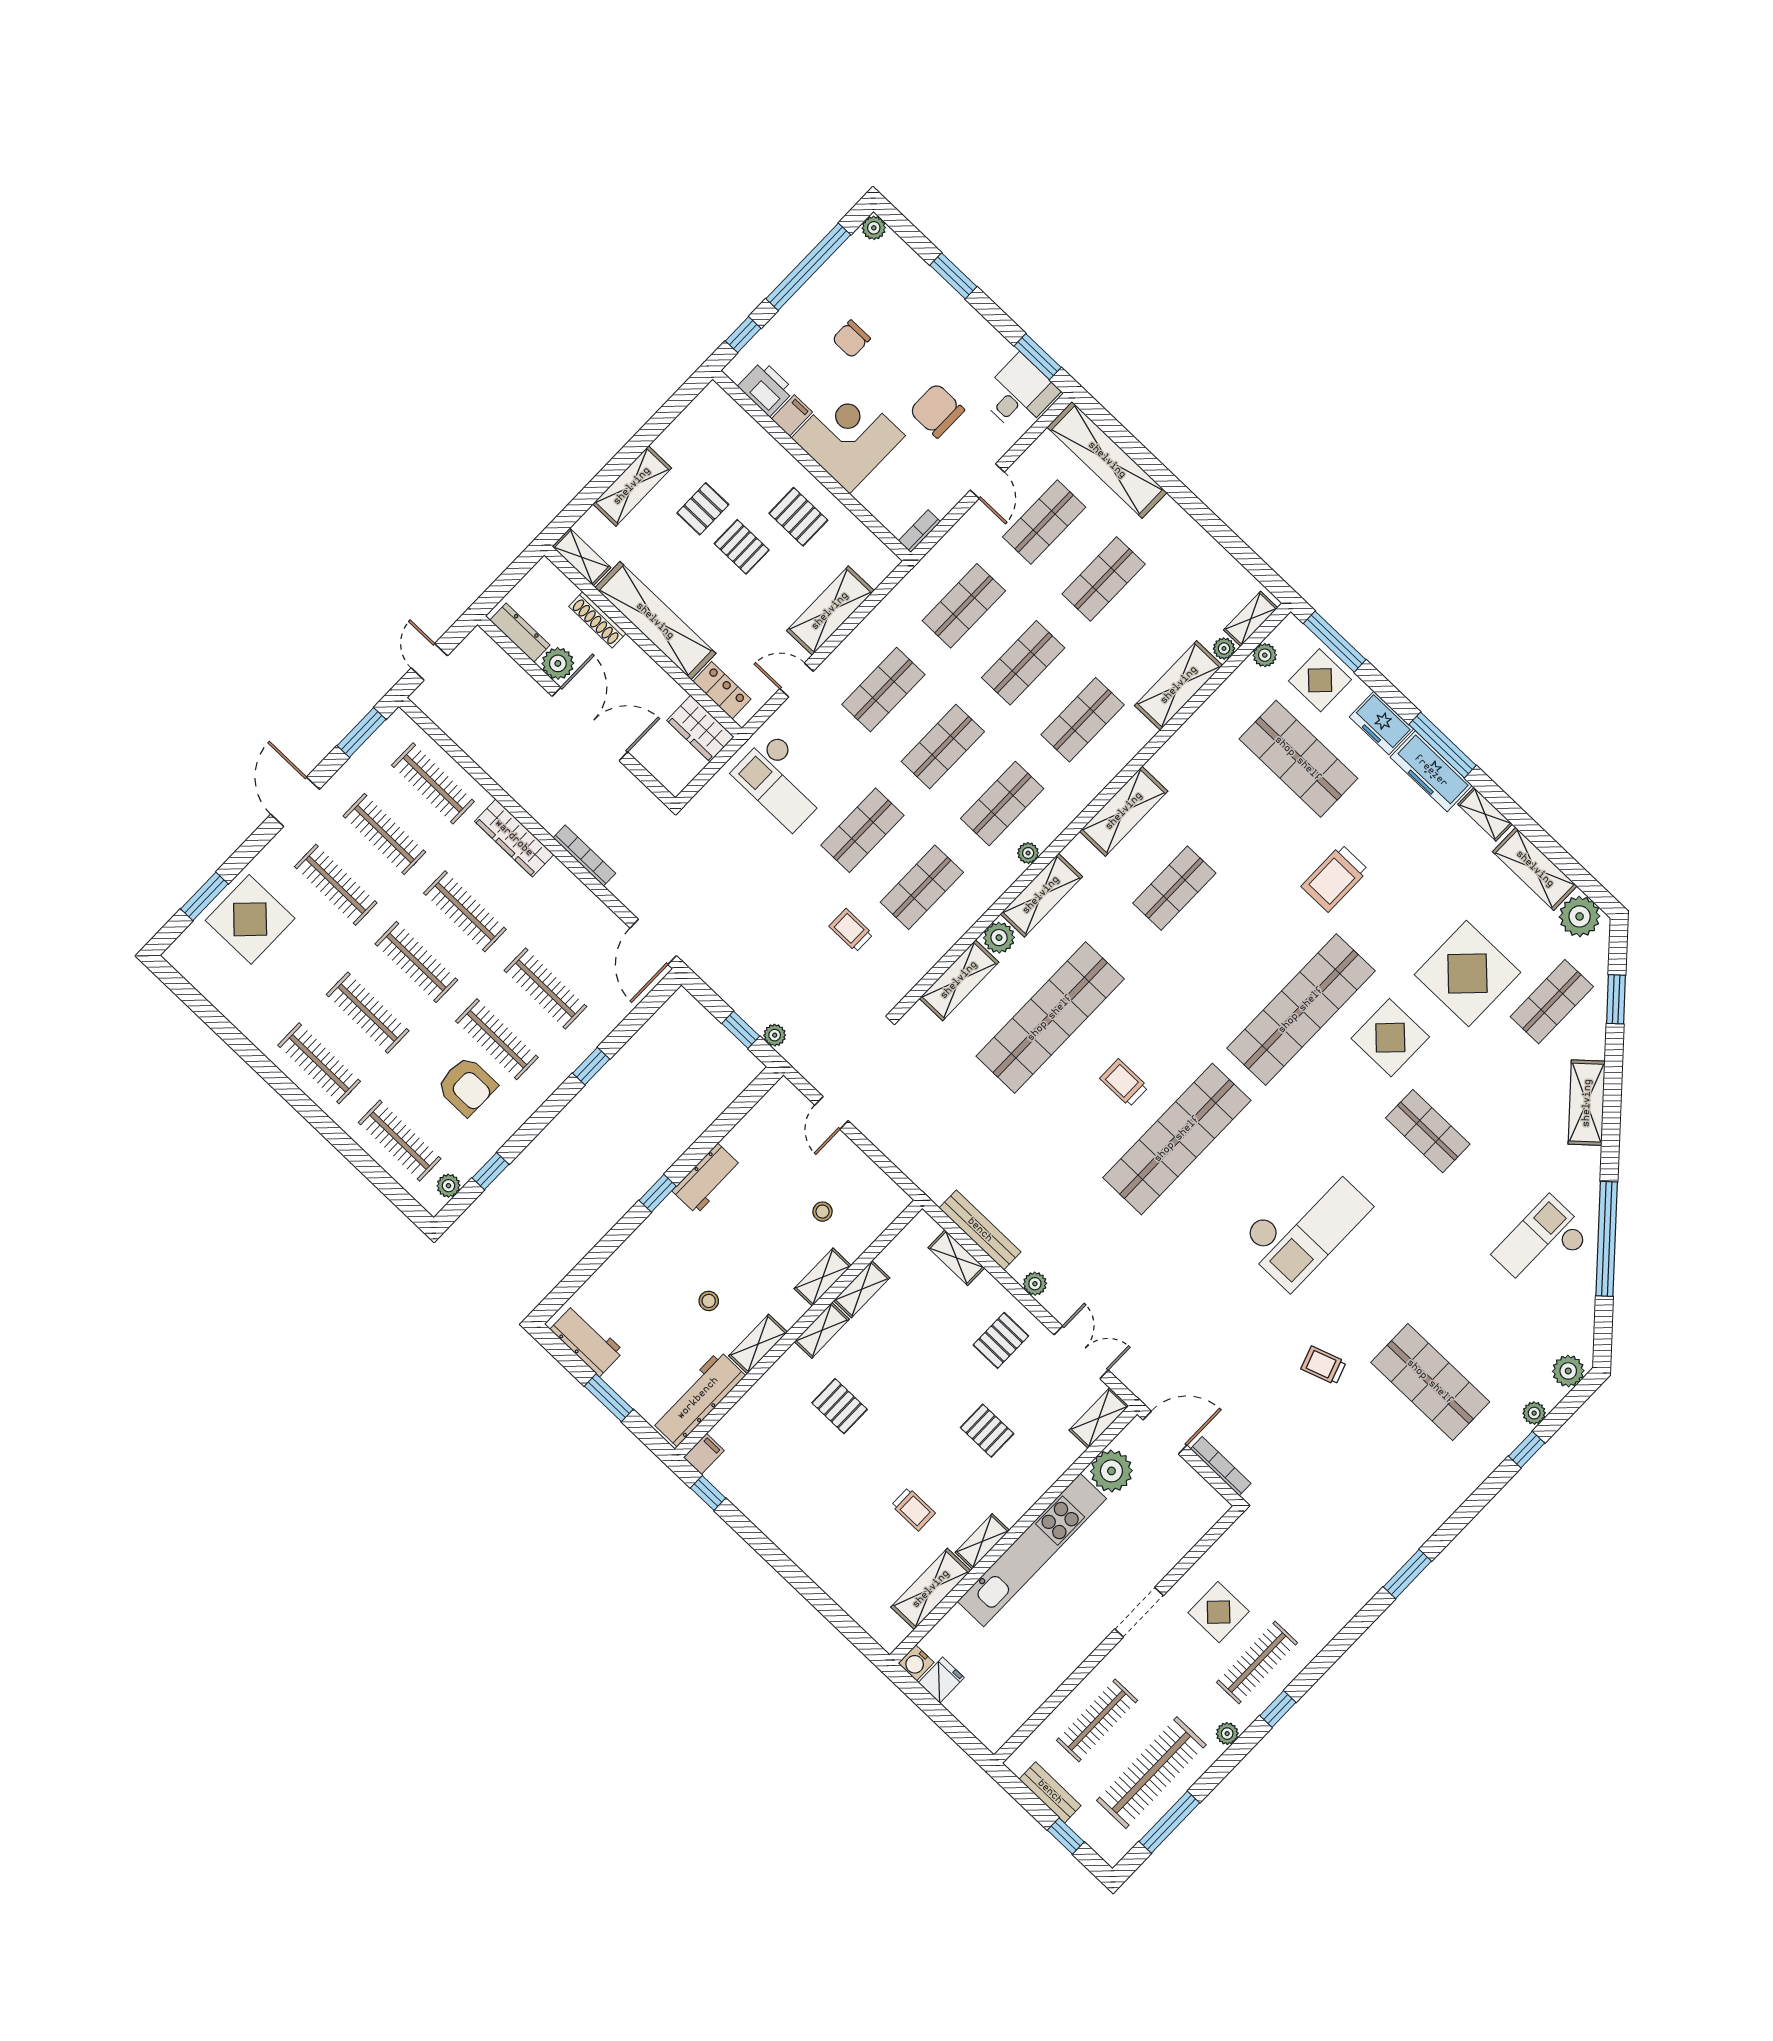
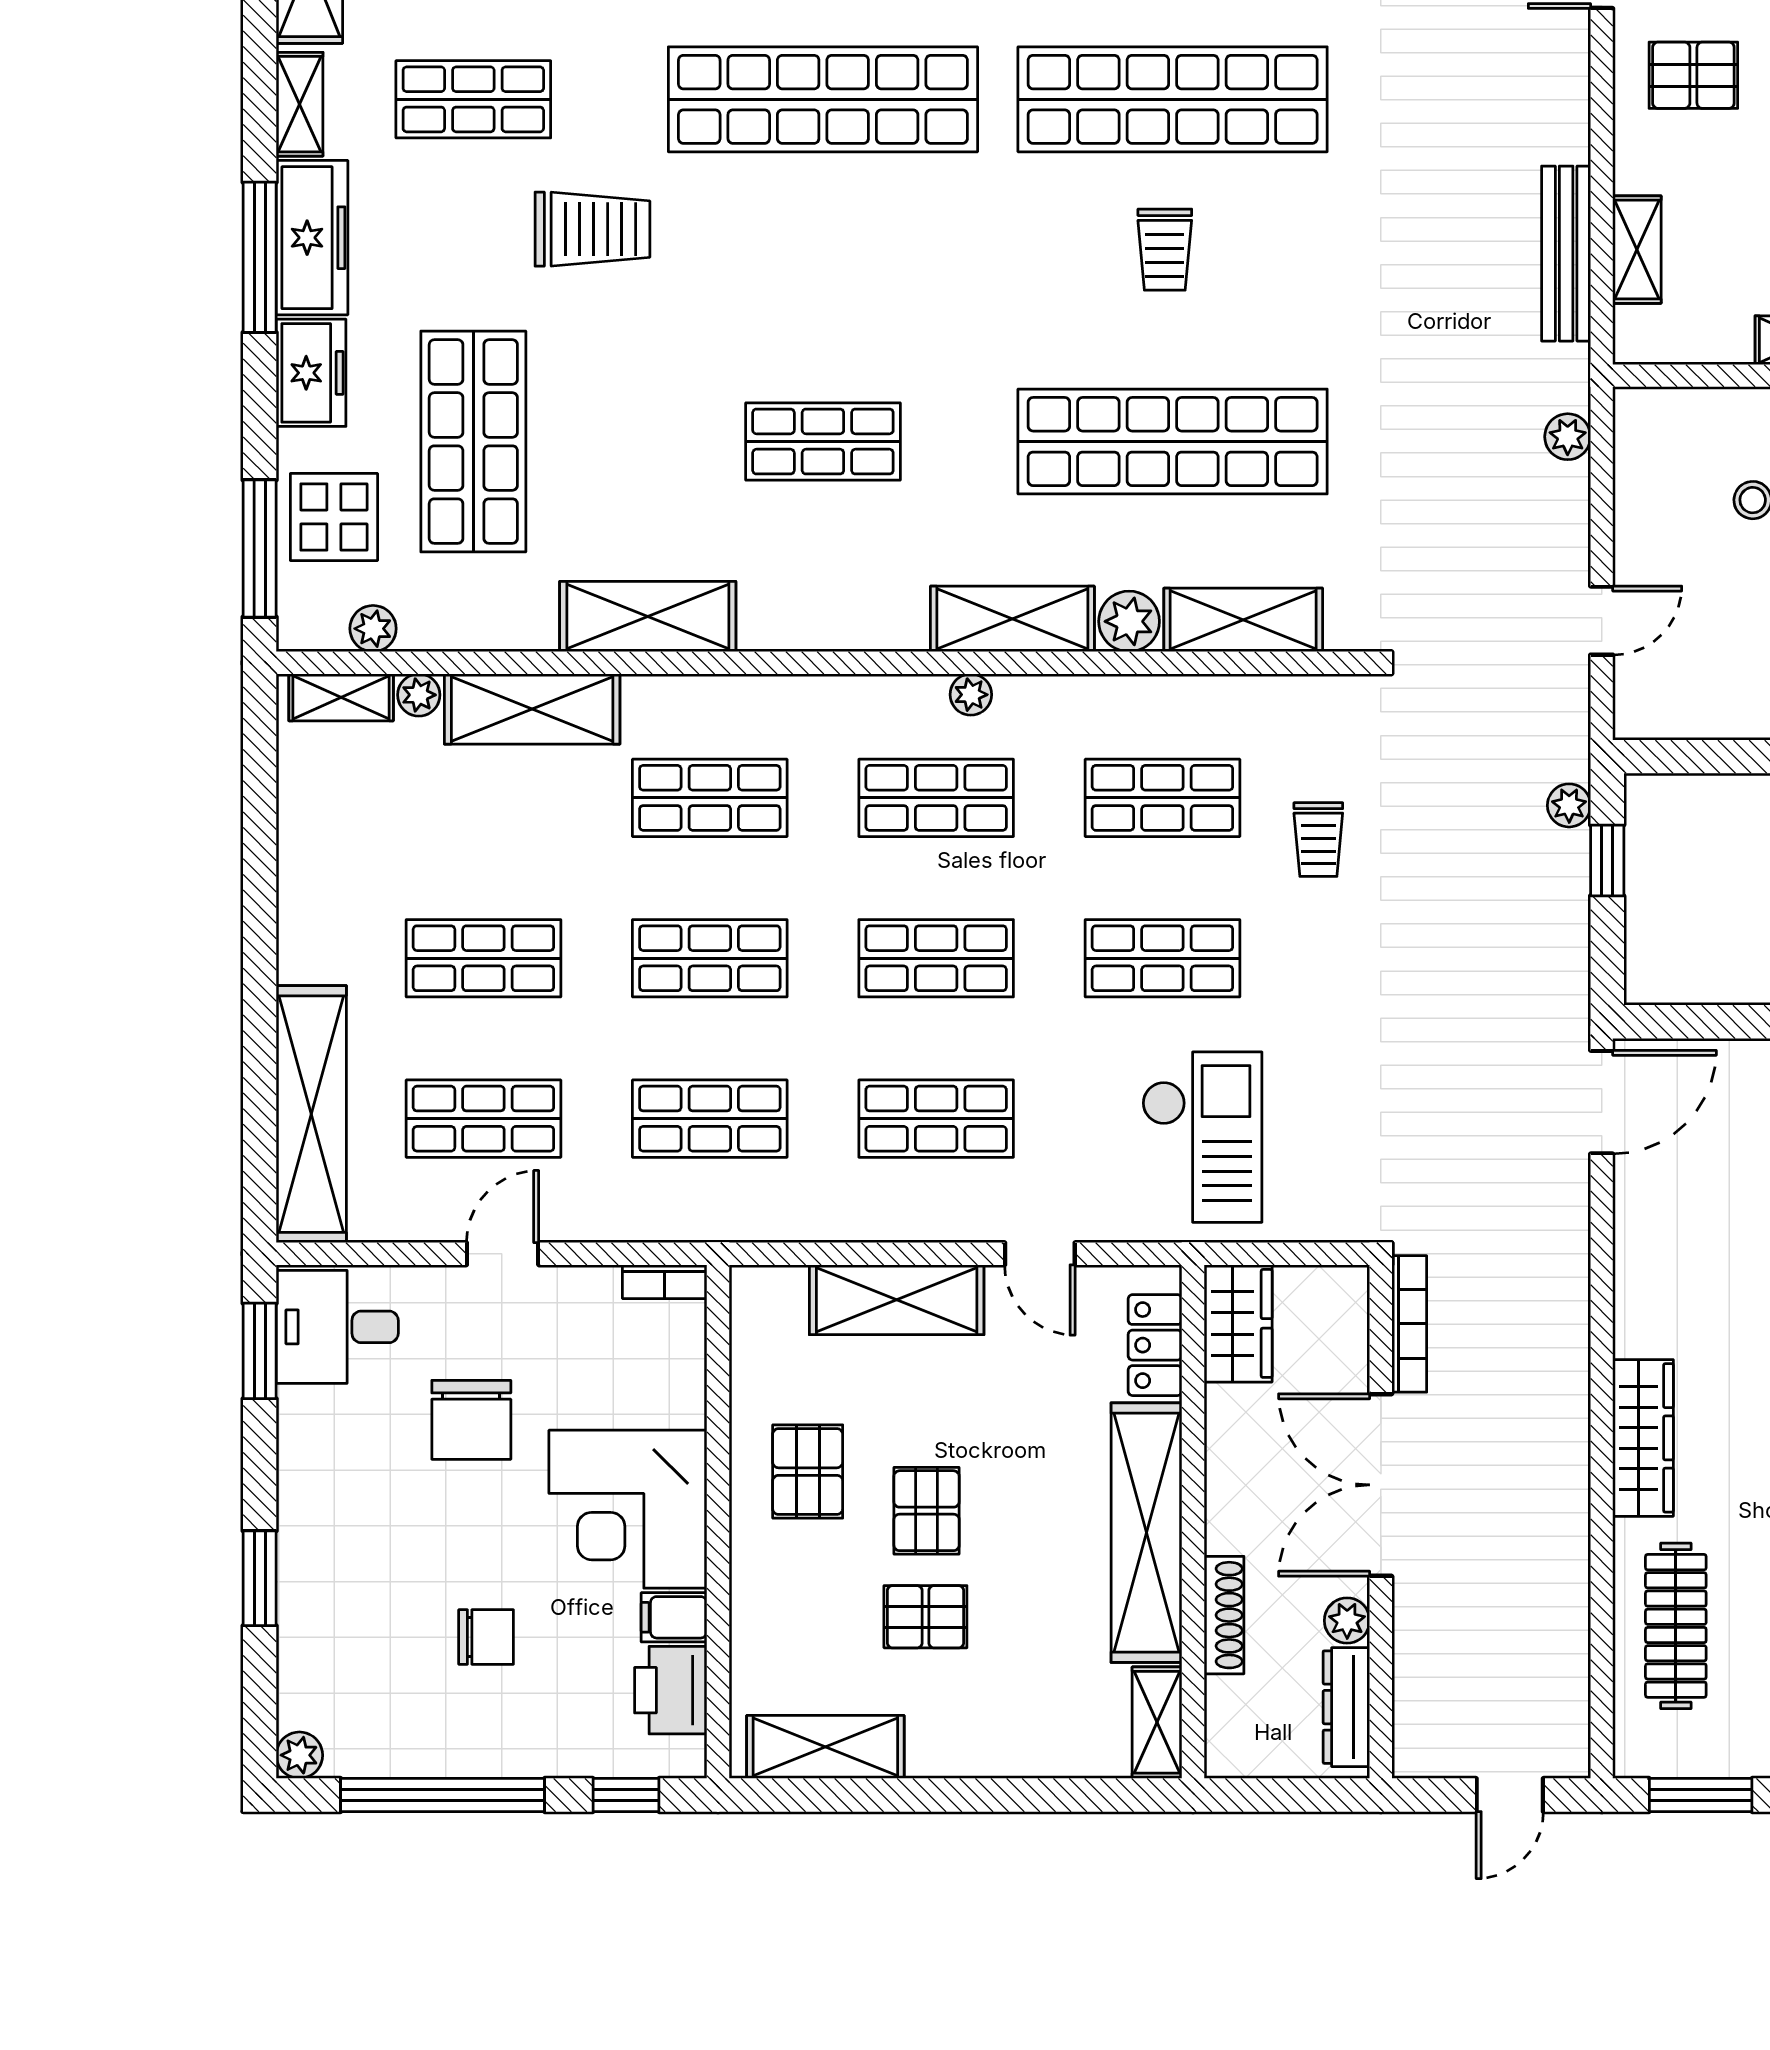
shelving: (632, 486) -> (825, 1747), moved
plant: (558, 663) -> (1347, 1621), width x0.73, depth x0.73
shelving: (1124, 811) -> (648, 617), moved
bookcase: (584, 856) -> (1409, 1324), moved, turned 180
shop shelf: (1425, 880) -> (473, 99), added
plant: (1035, 1284) -> (1568, 437), moved

